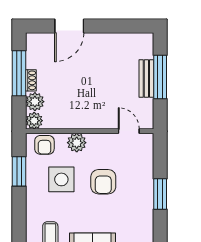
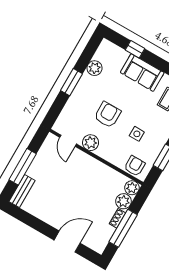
bench: (146, 78) -> (22, 191), moved
plant: (77, 143) -> (91, 143), moved
side table: (61, 179) -> (137, 134), width x0.54, depth x0.54
plant: (145, 222) -> (95, 68), added

